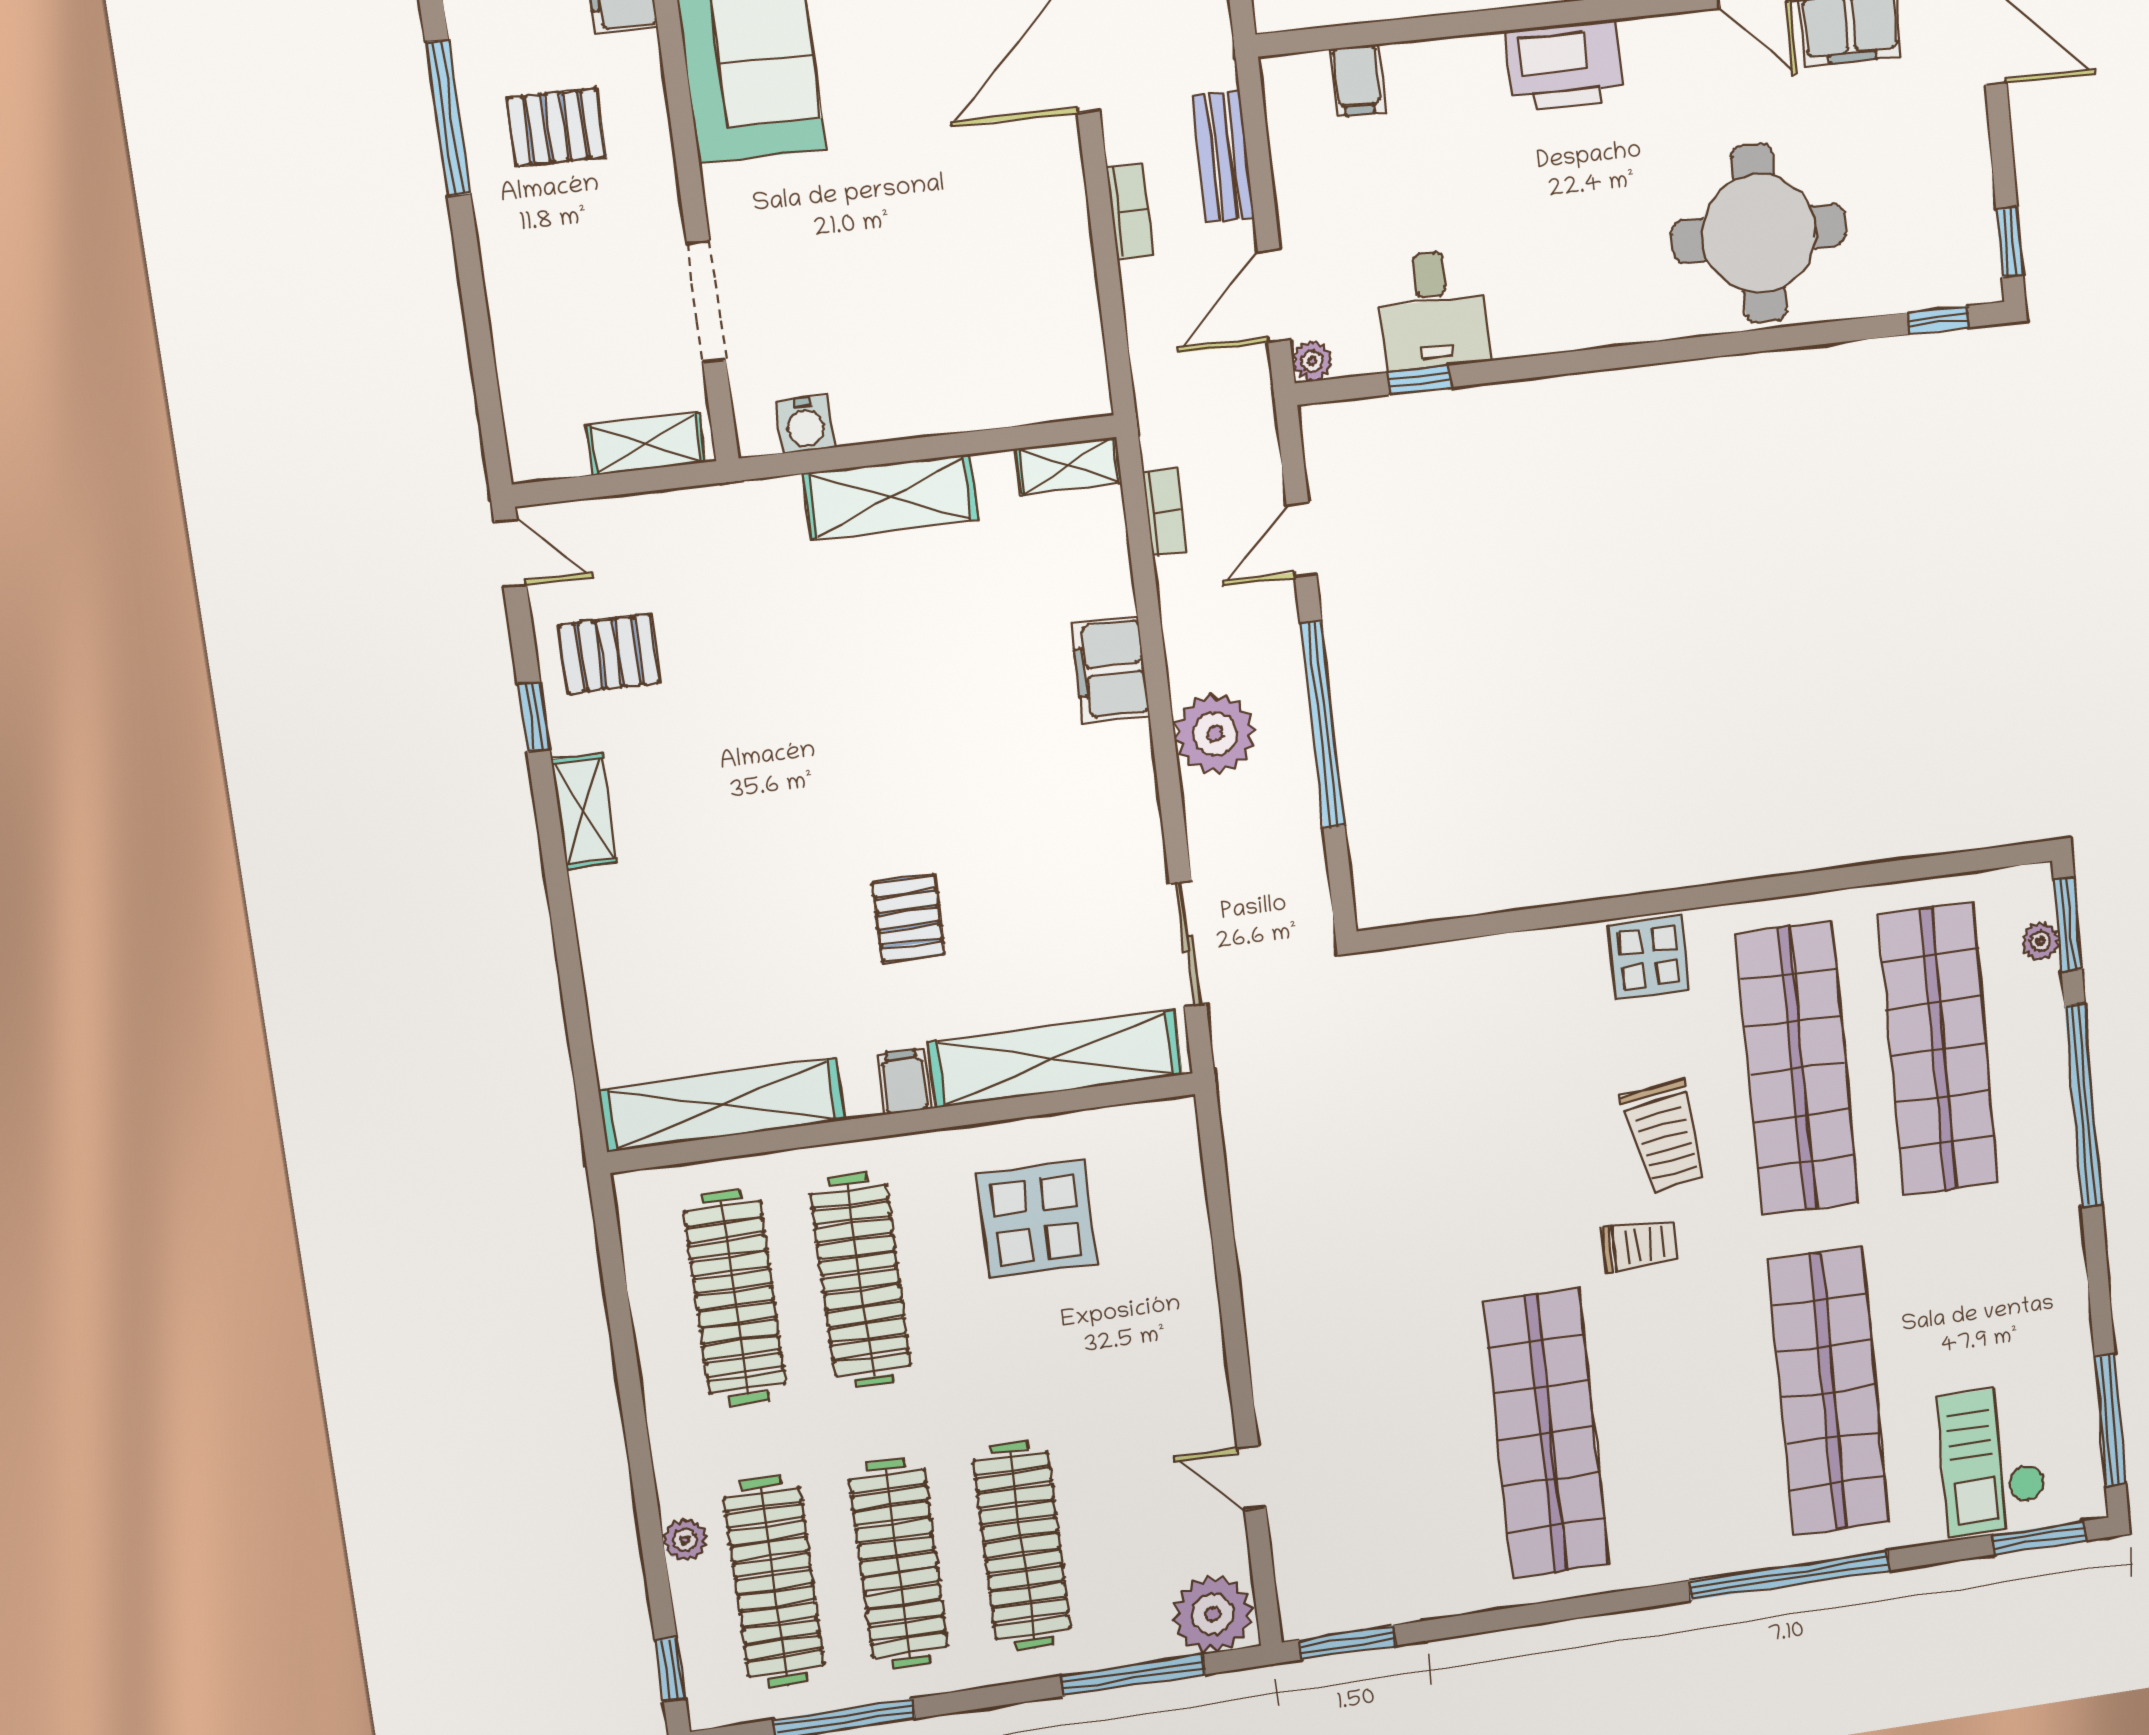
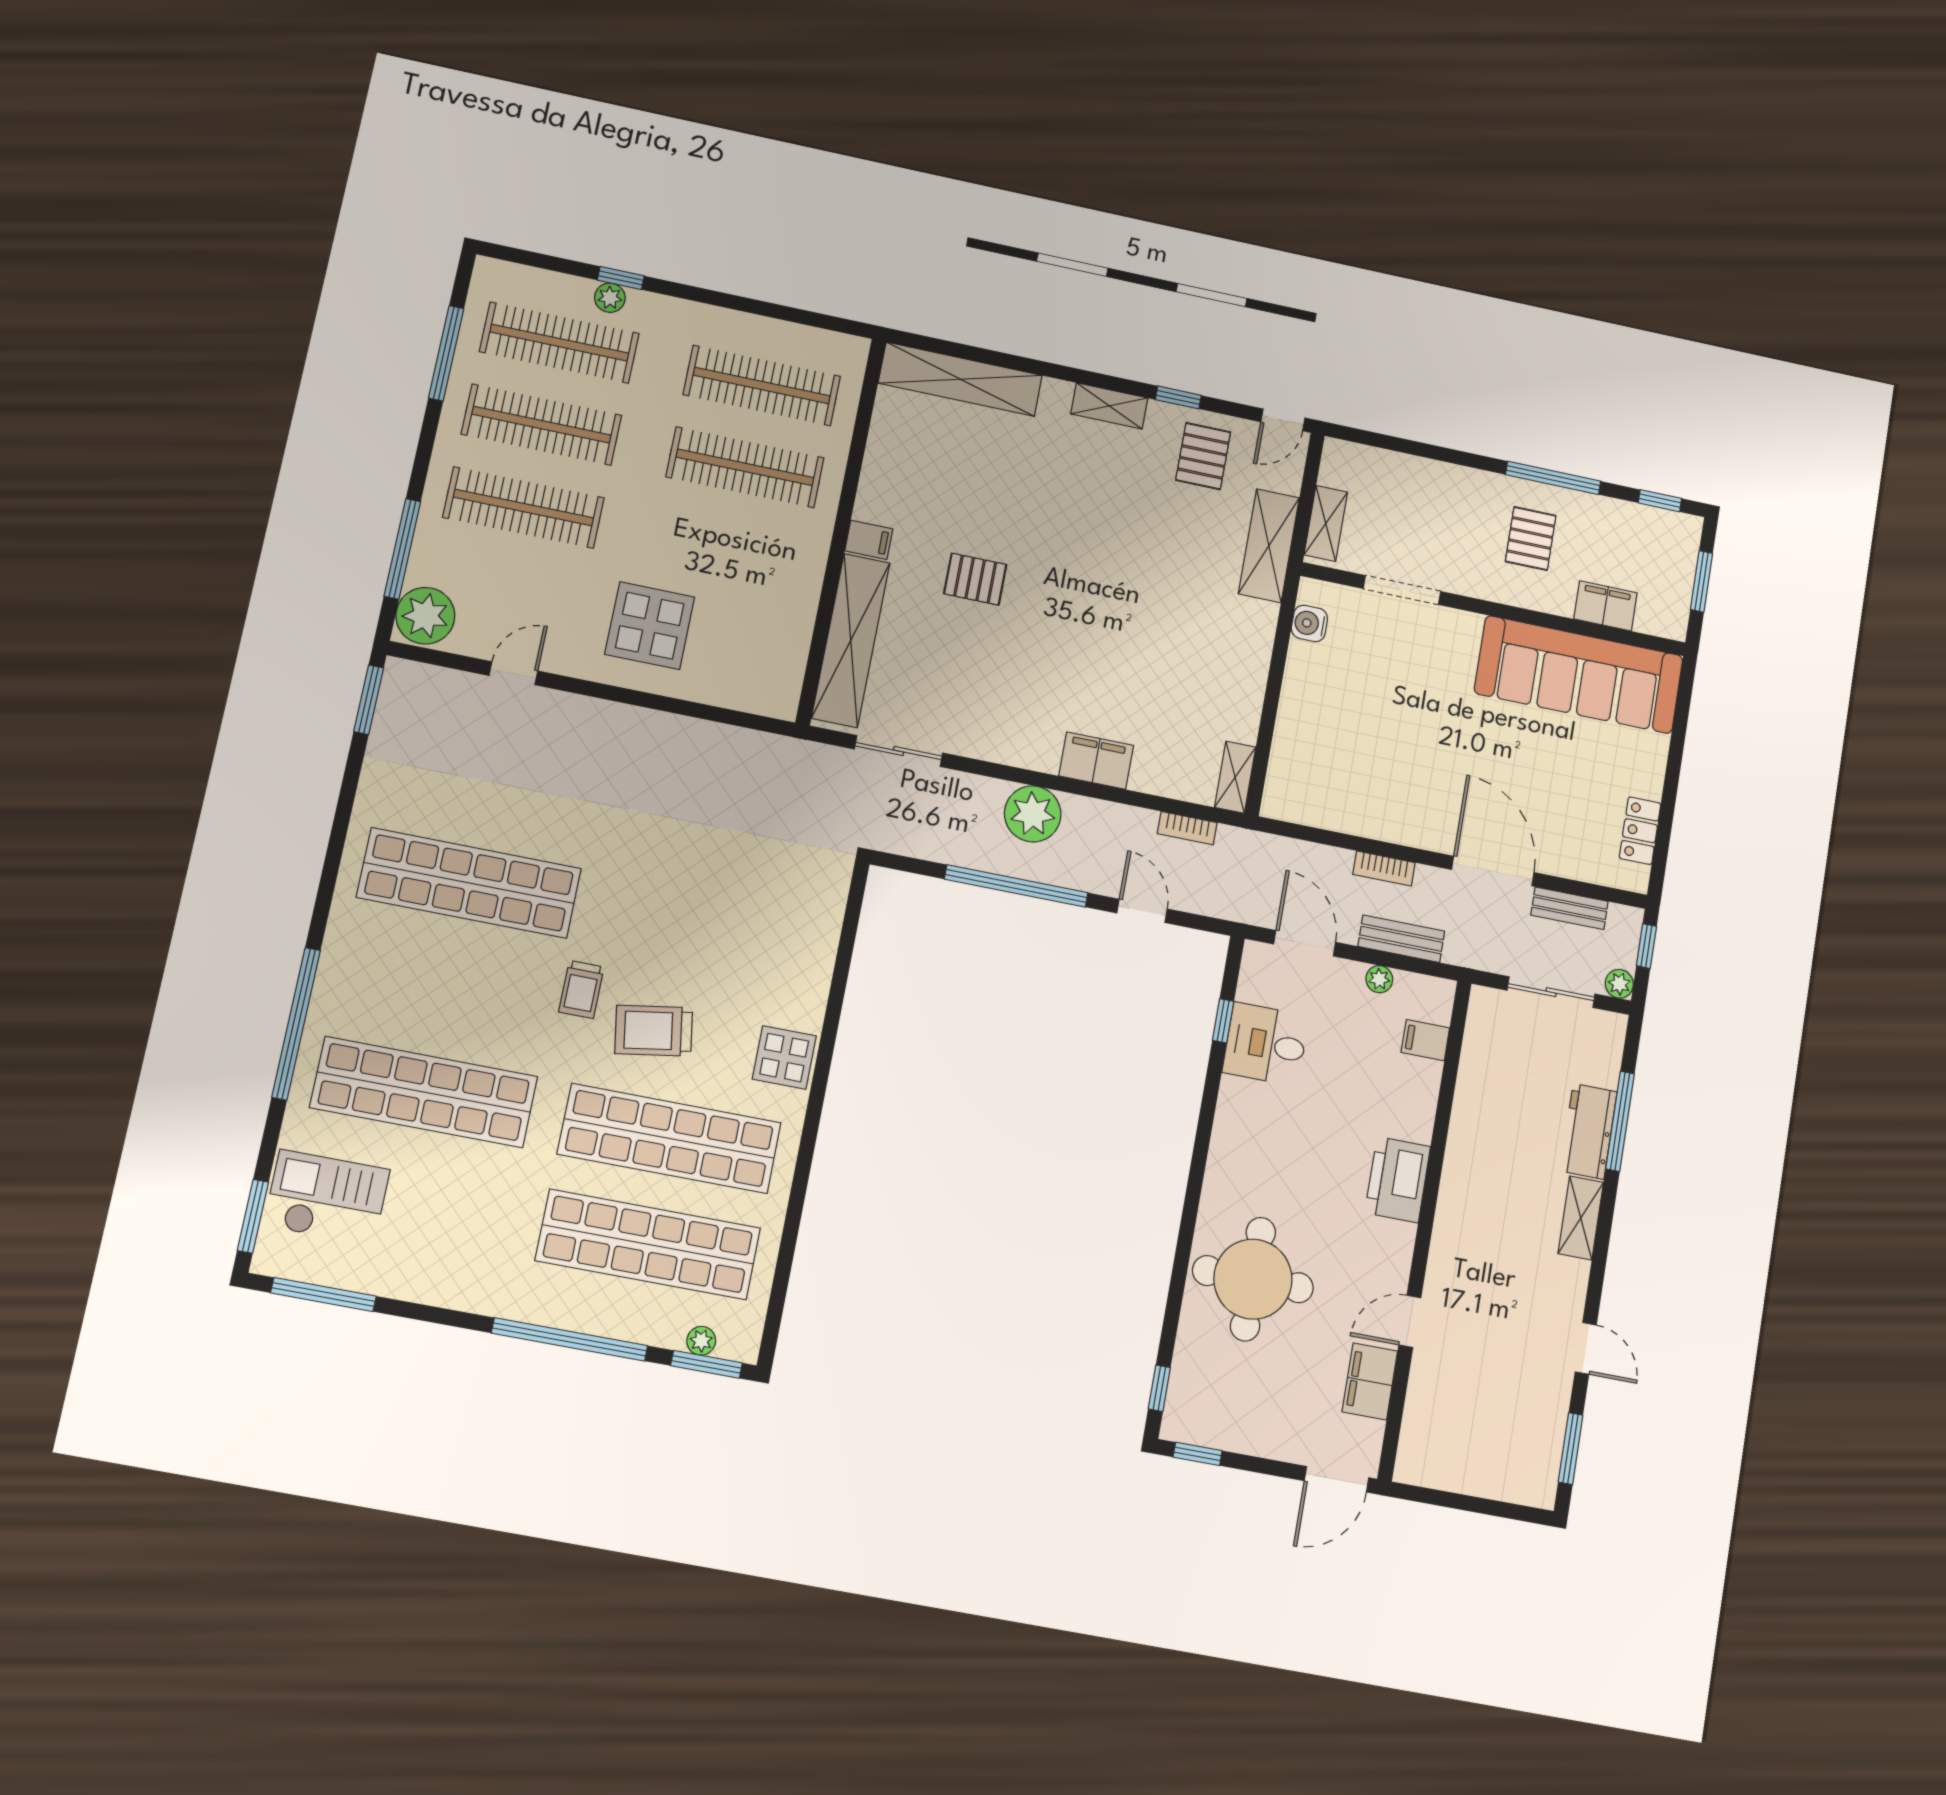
plant: (1312, 361) -> (1379, 979), moved
shelving: (890, 497) -> (1269, 546), moved
shelving: (722, 1105) -> (960, 379), moved, turned 90
display table: (1036, 1219) -> (650, 626), moved
window: (670, 1669) -> (621, 278), moved

